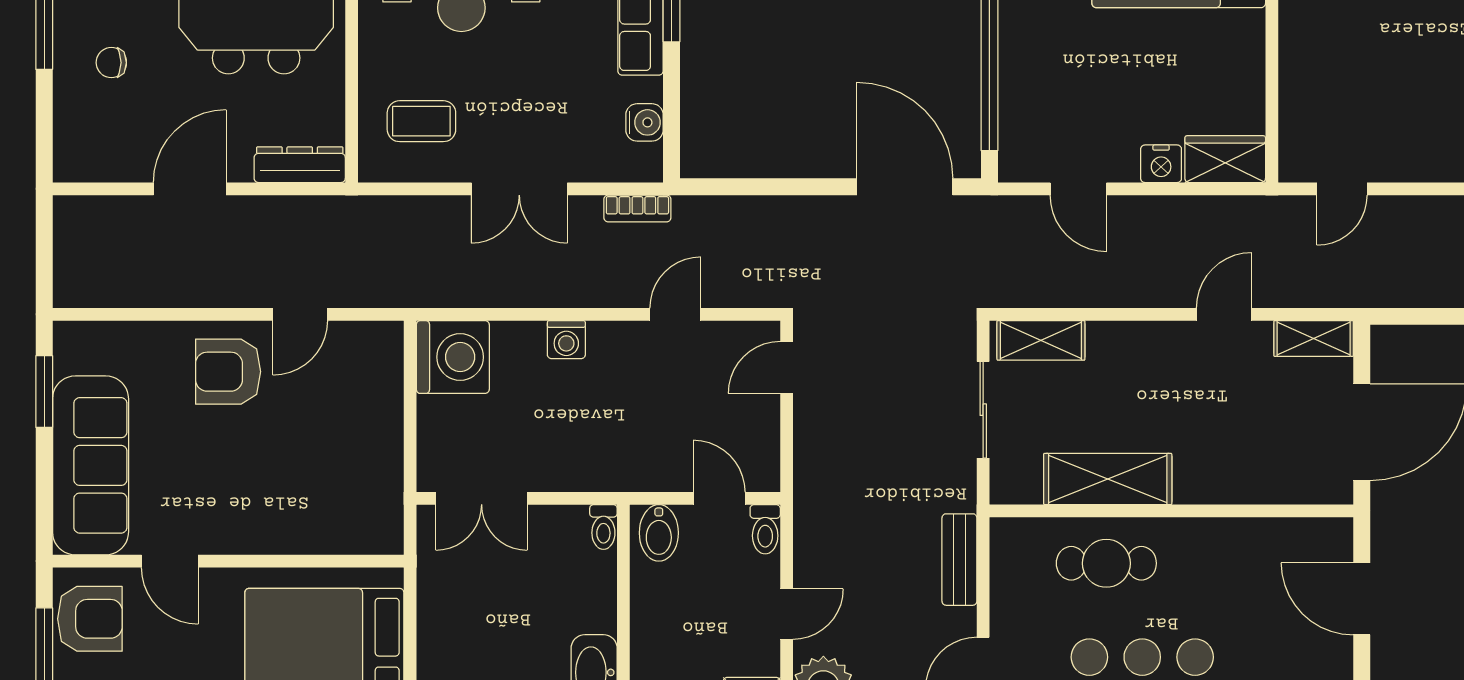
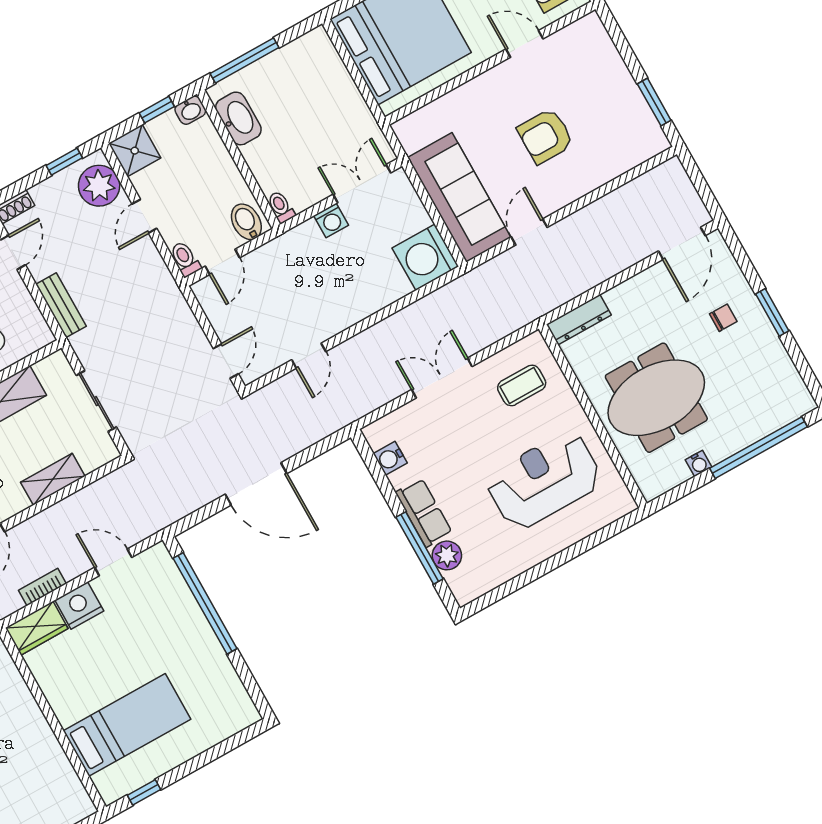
nightstand: (1161, 164) -> (79, 606), width x1.36, depth x1.33
door: (905, 187) -> (256, 484), moved
door: (190, 189) -> (682, 243), moved
bookcase: (637, 208) -> (42, 587), moved
washing machine: (566, 340) -> (331, 220), moved, turned 180
shelving: (1041, 340) -> (53, 479), moved
armchair: (228, 372) -> (545, 136), moved, turned 180
sofa: (91, 465) -> (459, 197), moved, turned 180
door: (719, 498) -> (222, 262), hinge flipped

